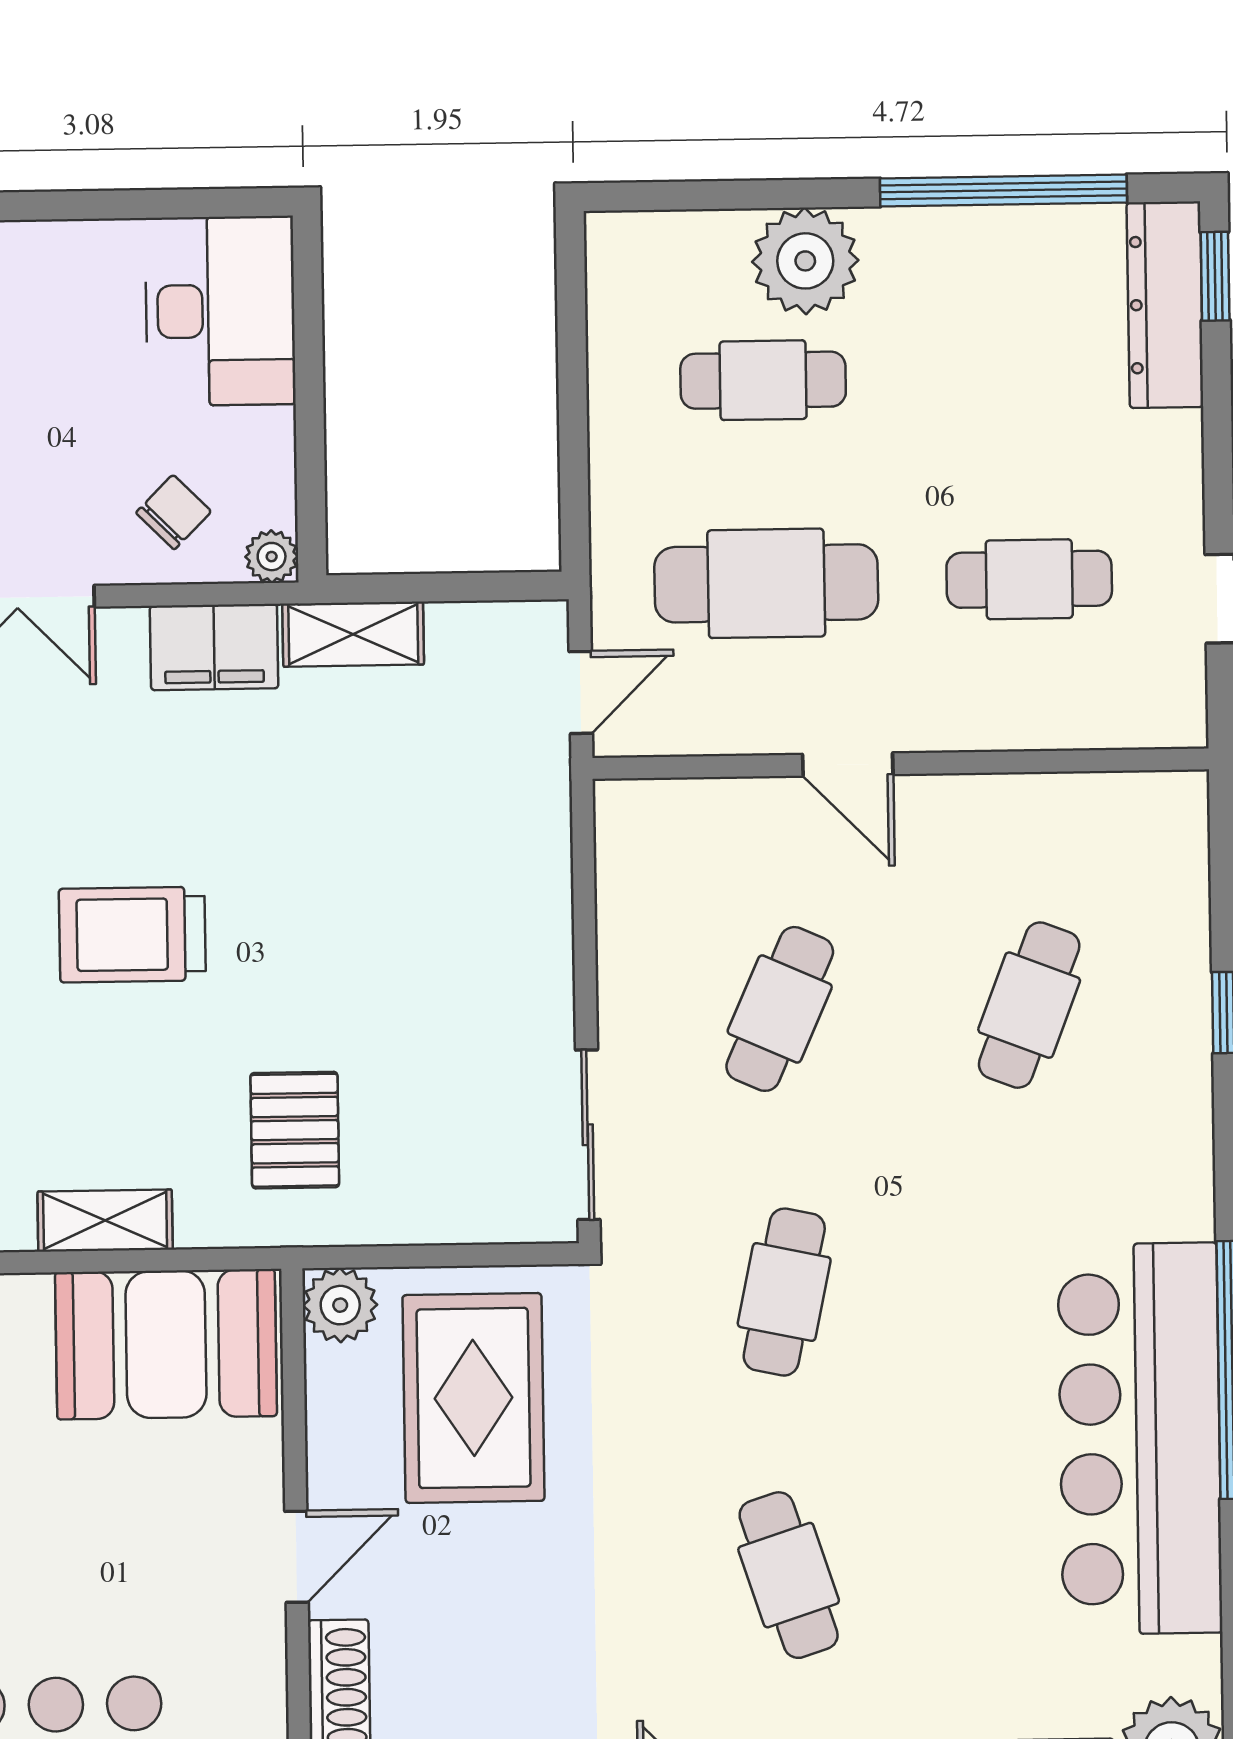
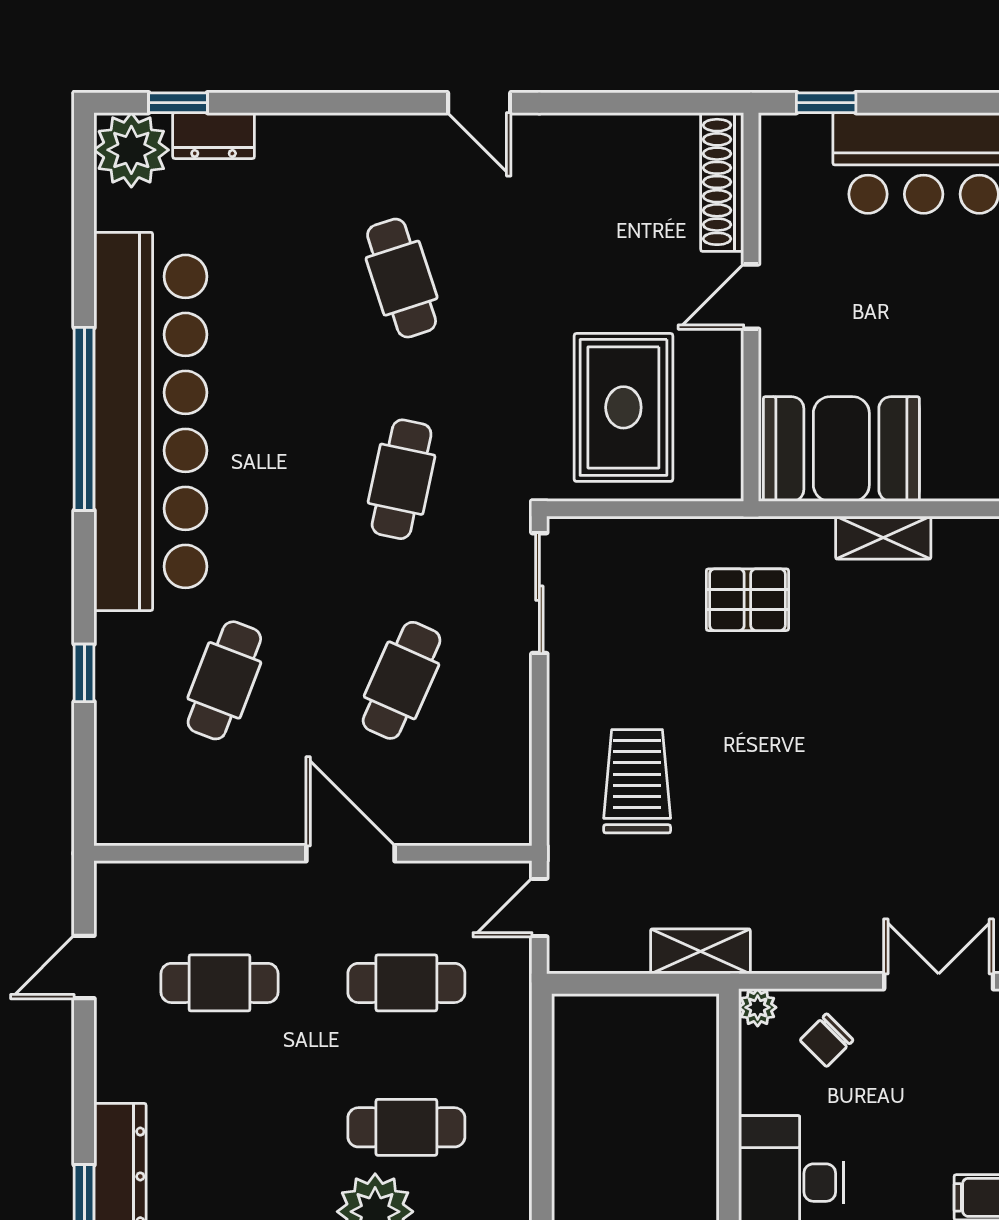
cafe table: (766, 583) -> (406, 983), width x0.73, depth x0.74
filing cabinet: (214, 647) -> (799, 944), removed
door: (848, 765) -> (350, 853), width x1.38
trolley: (132, 935) -> (637, 781), moved, turned -90
pallet: (295, 1130) -> (747, 600), turned 90
plant: (340, 1305) -> (717, 475), removed
bar counter: (1140, 1439) -> (150, 421), width x1.36

